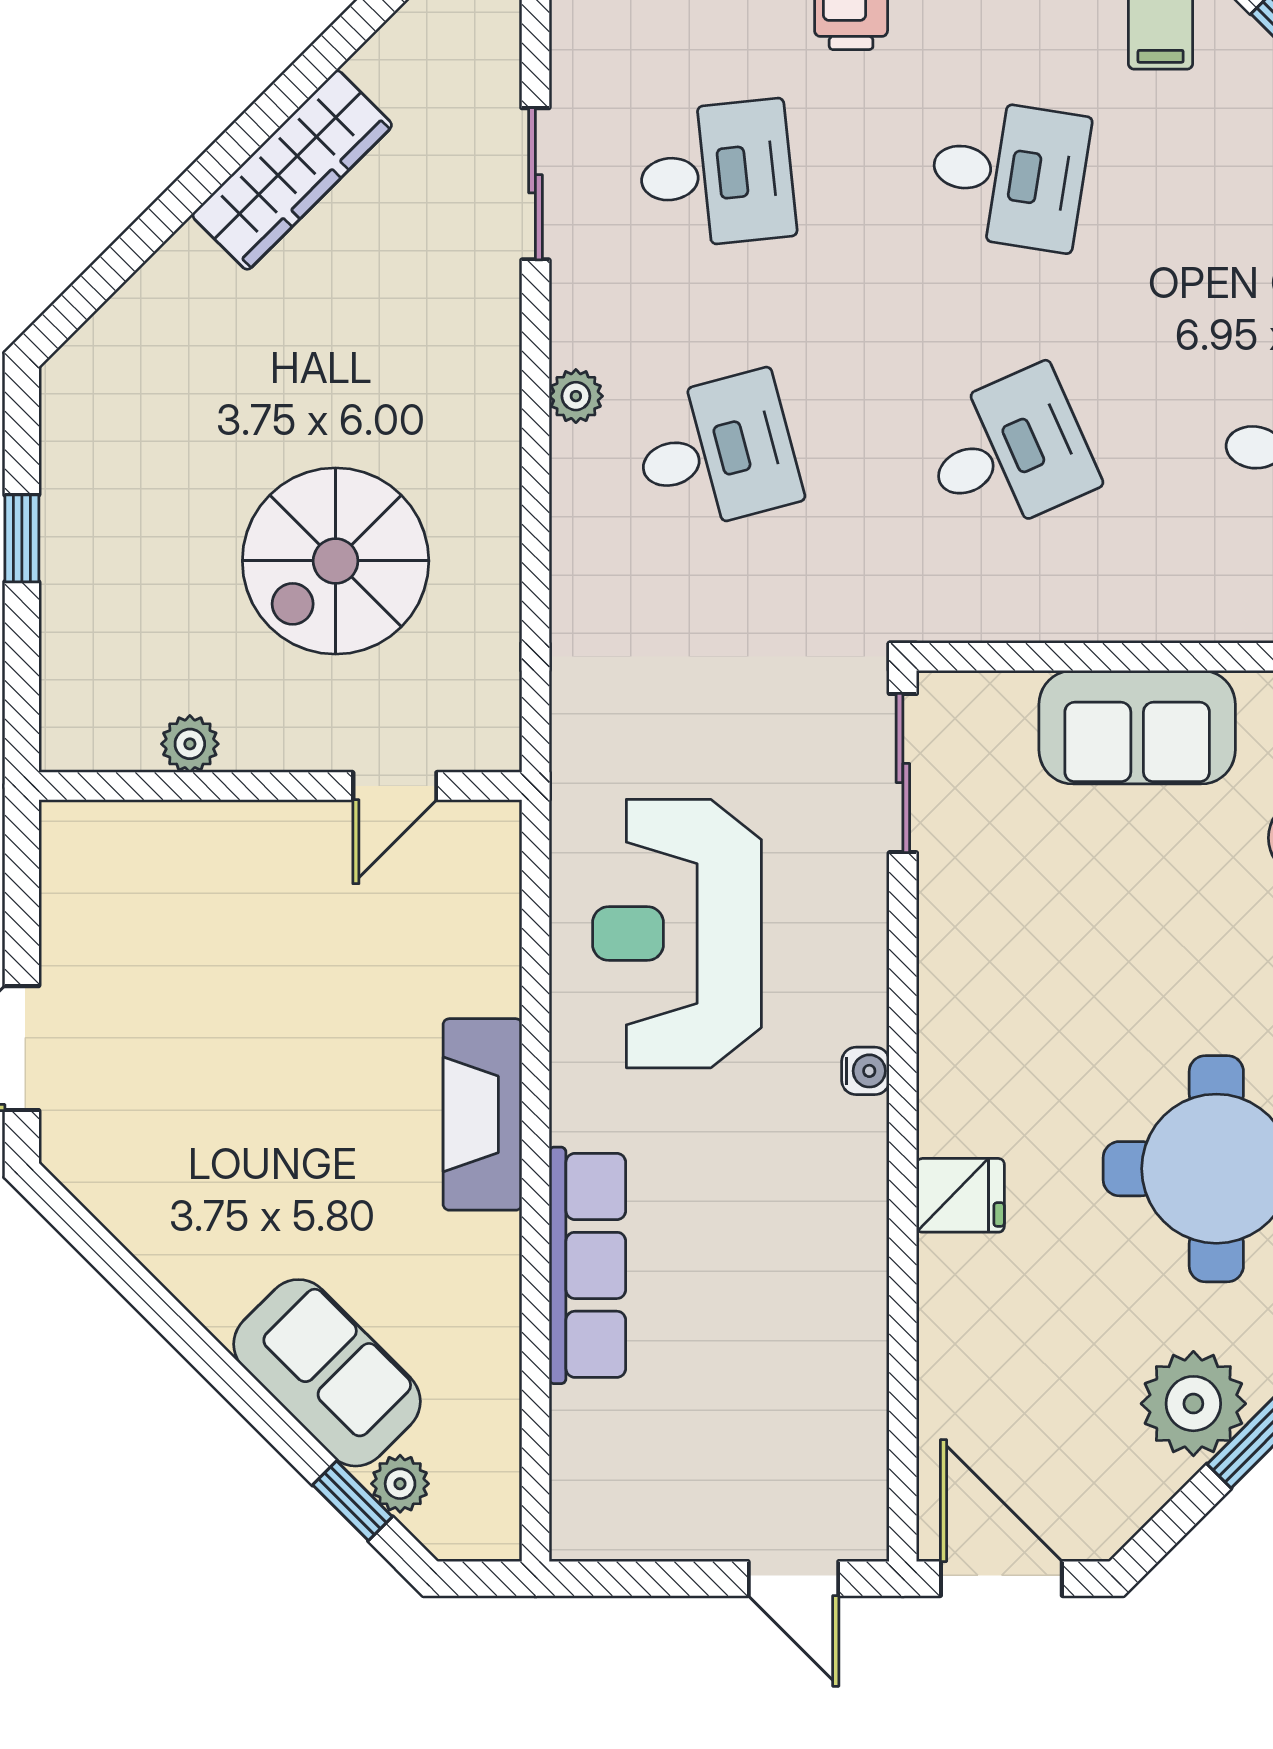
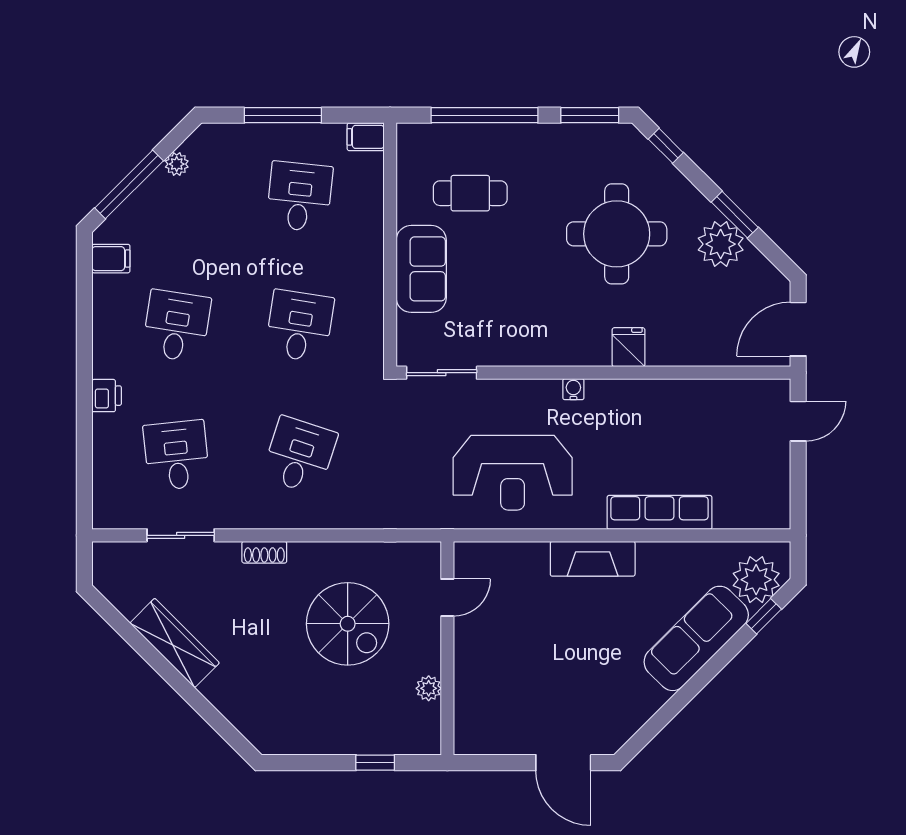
shoe rack: (497, 373) -> (264, 552), added
plant: (576, 396) -> (275, 517), removed
desk: (716, 452) -> (299, 455), turned 33
desk: (1008, 452) -> (299, 326), turned 33
window: (22, 538) -> (375, 763), moved
door: (395, 786) -> (447, 598), hinge flipped
sofa: (327, 1373) -> (696, 638), width x1.36
plant: (400, 1484) -> (756, 580), width x1.88, depth x1.88

